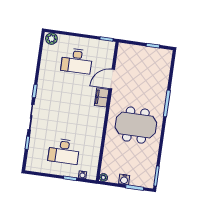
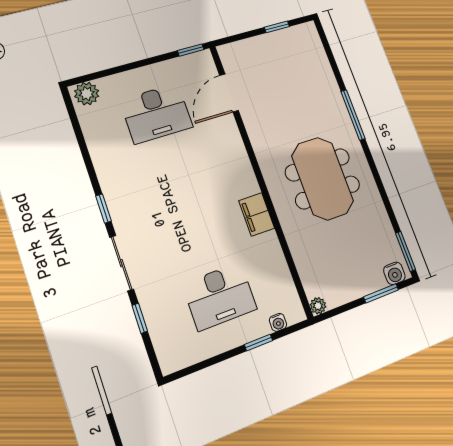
door: (112, 79) -> (229, 93), moved
filing cabinet: (102, 97) -> (257, 214), moved
meeting table: (136, 125) -> (323, 179), turned 90
water cooler: (124, 179) -> (394, 273), moved

